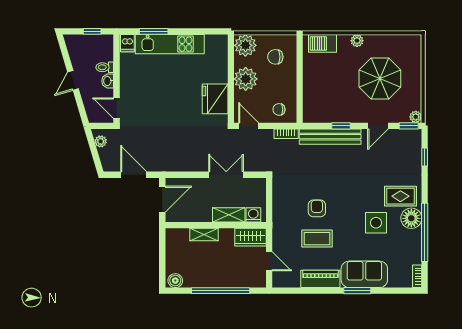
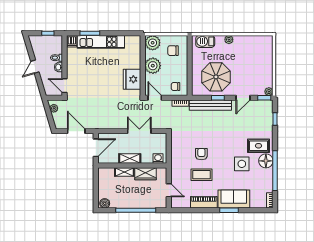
parasol: (380, 79) -> (216, 77), moved
shelving: (229, 215) -> (130, 158), moved
wardrobe: (250, 237) -> (145, 174), moved

